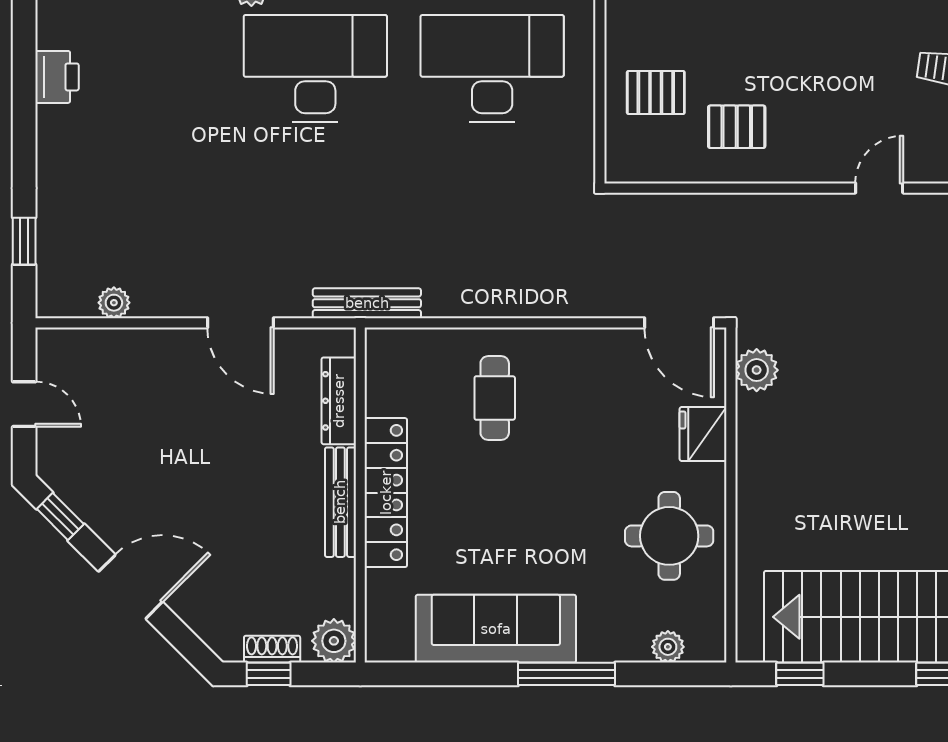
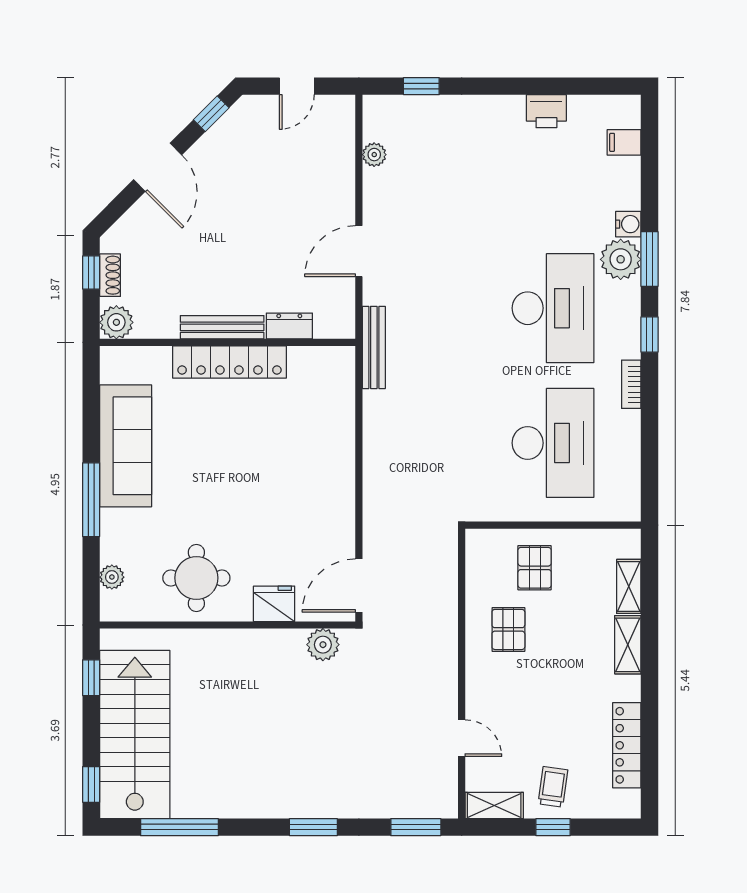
cafe table: (495, 398) -> (302, 445), removed
dresser: (339, 401) -> (289, 326), width x0.70

